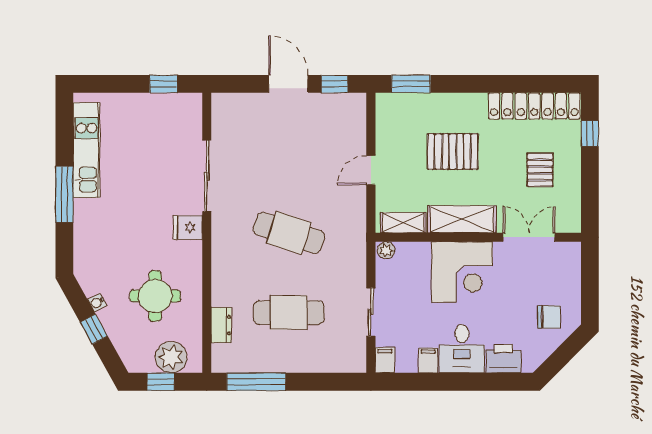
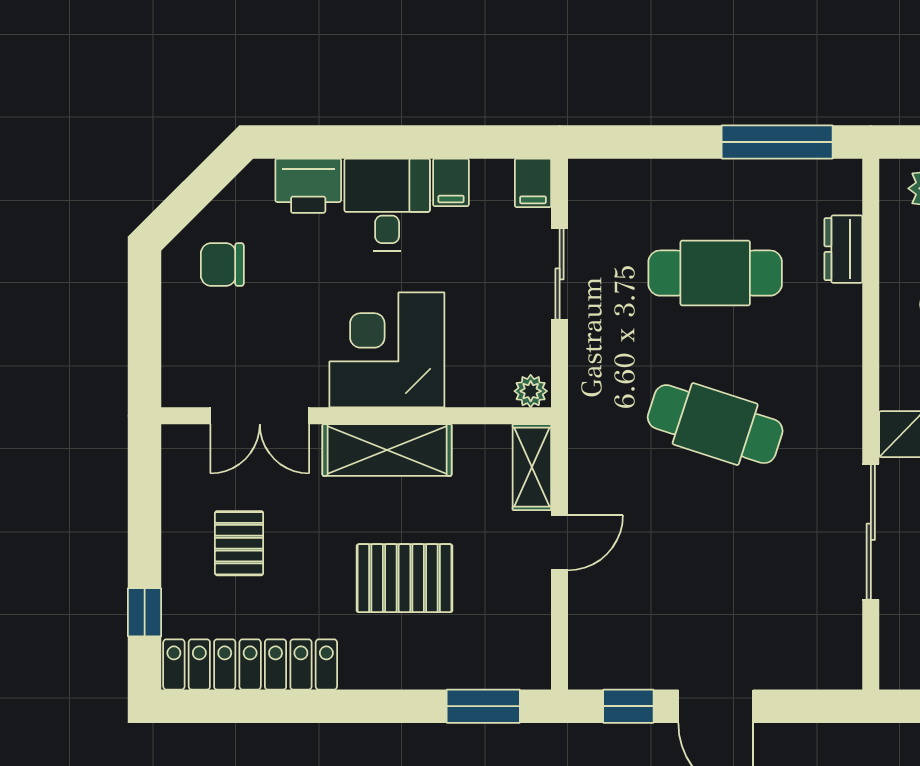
shelving: (403, 223) -> (532, 467), moved, turned 90

